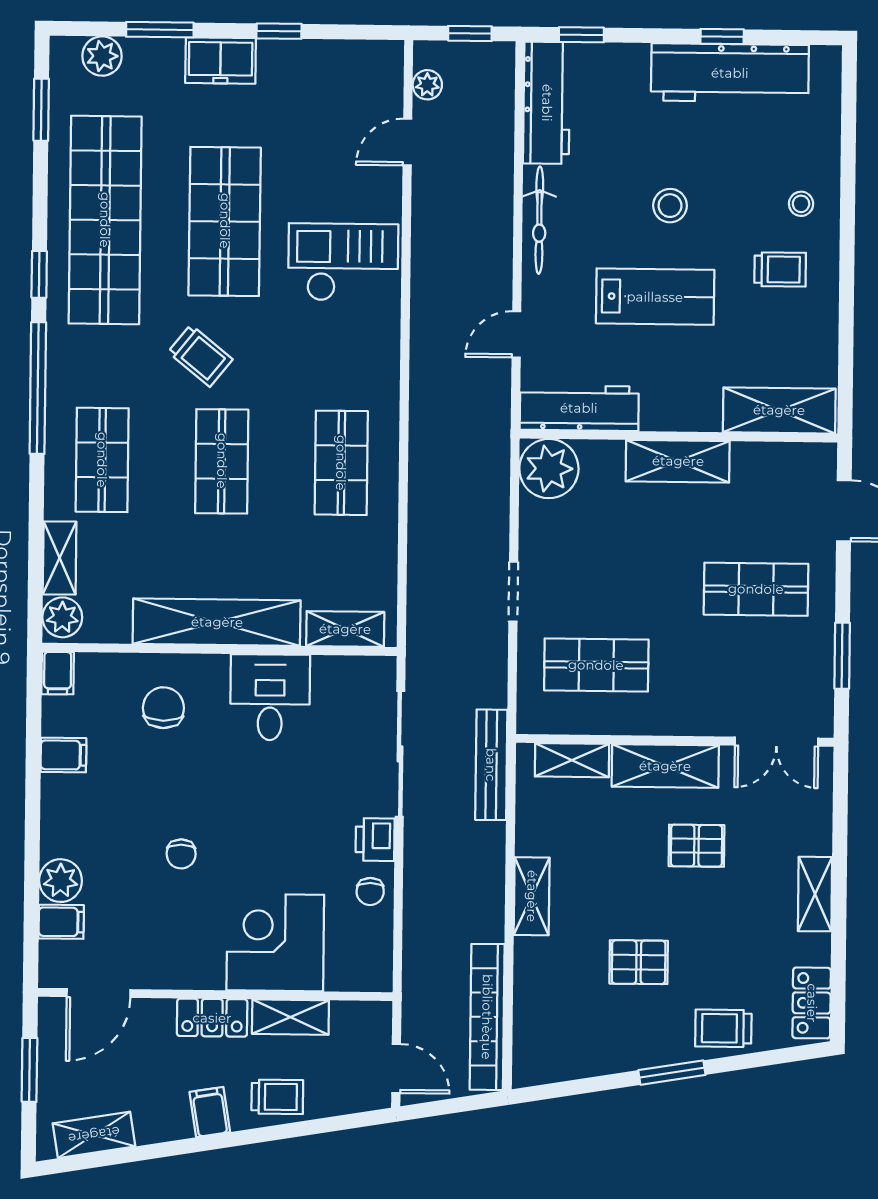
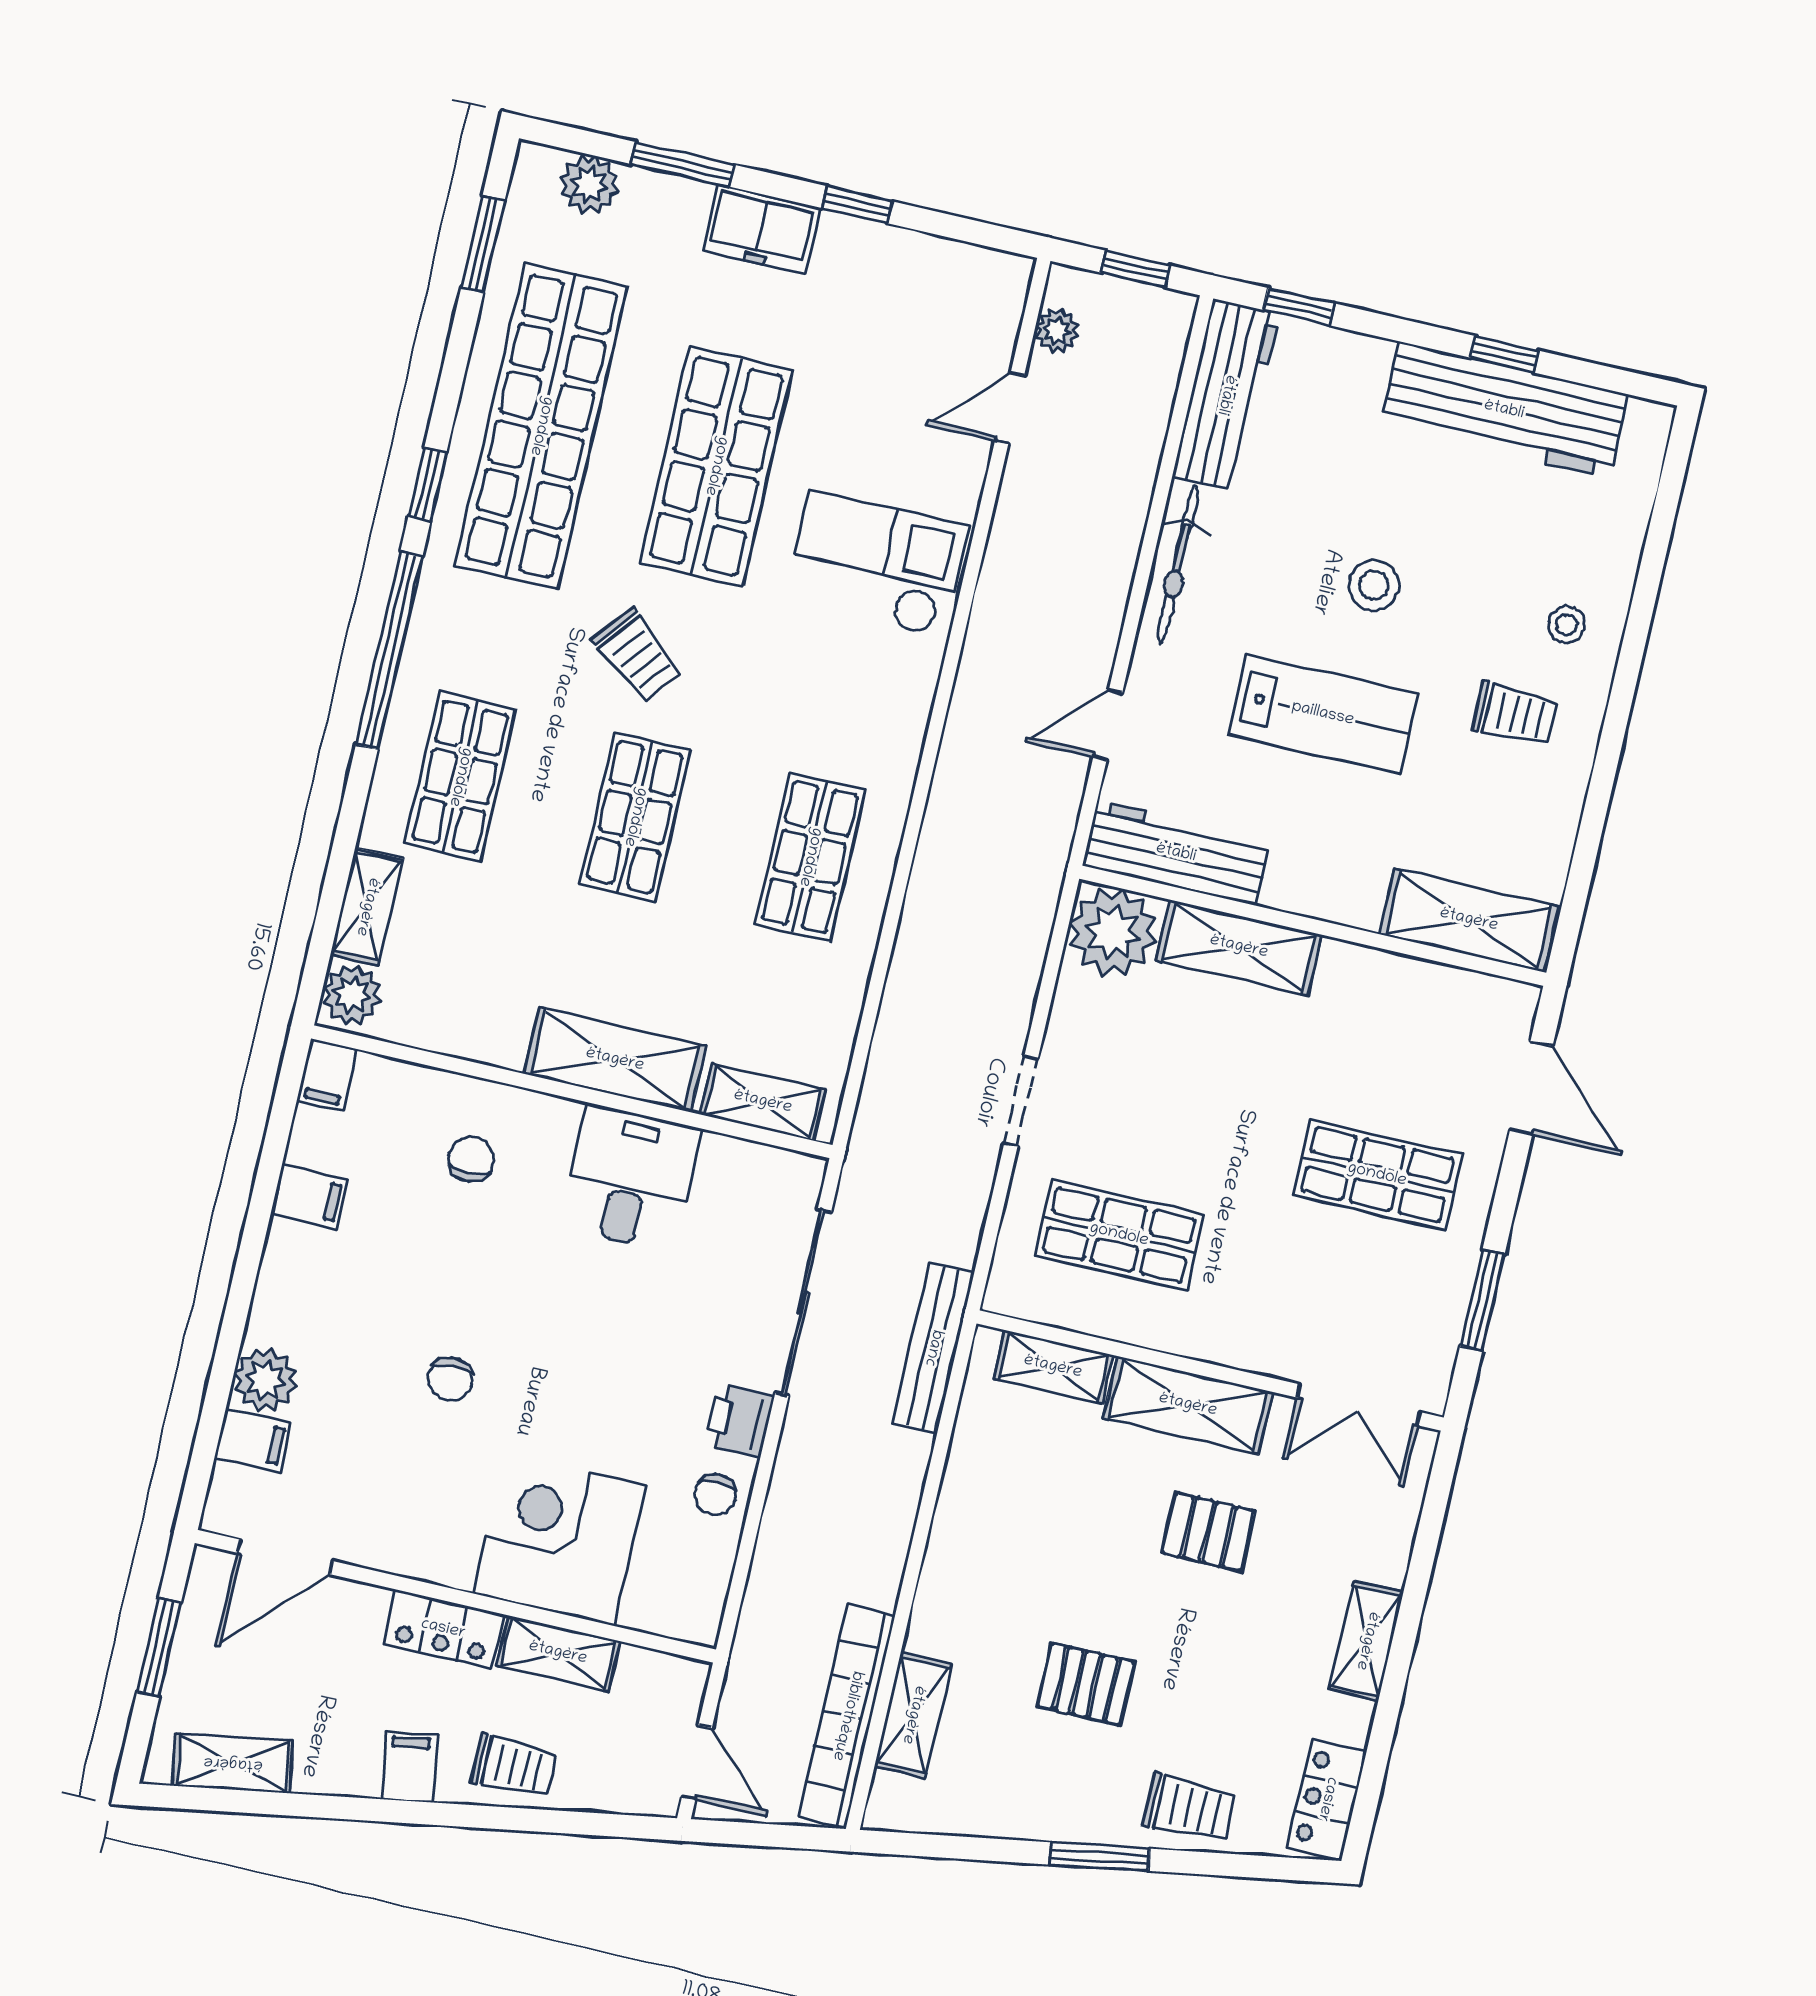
shelving: (678, 461) -> (1239, 947), moved
shelving: (217, 622) -> (615, 1060), width x0.68
chair: (163, 708) -> (471, 1159), width x0.73, depth x0.73
shelving: (532, 896) -> (913, 1715), moved
trolley: (723, 1028) -> (1189, 1808), turned 180

